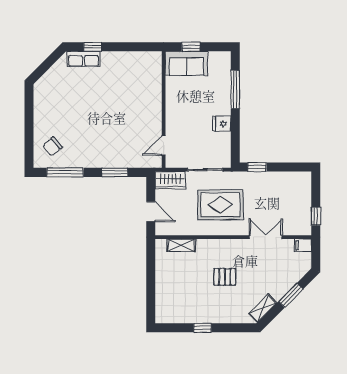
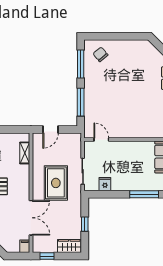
fridge: (222, 124) -> (105, 184), moved
window: (257, 167) -> (85, 224), moved
window: (115, 172) -> (81, 102), width x1.44
wardrobe: (170, 180) -> (69, 246), moved, turned 90
double door: (266, 237) -> (31, 218), width x1.37

